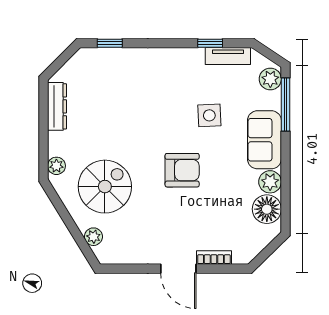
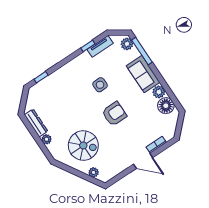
side table: (209, 115) -> (100, 85), moved
plant: (56, 166) -> (47, 139), moved
spiral stairs: (105, 187) -> (83, 145), turned 90

